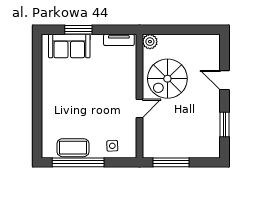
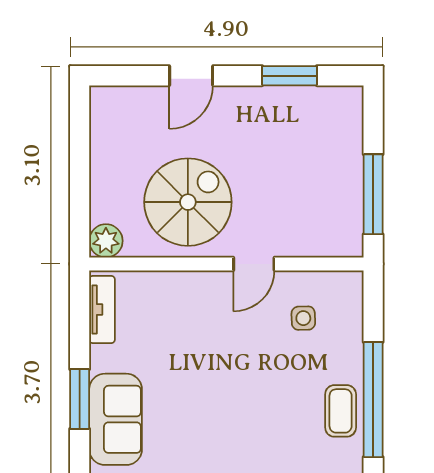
spiral stairs: (167, 79) -> (188, 202), turned -90
door: (139, 108) -> (254, 264), swing flipped
side table: (112, 146) -> (303, 318), moved
coffee table: (73, 148) -> (341, 411), width x0.73, depth x0.77

